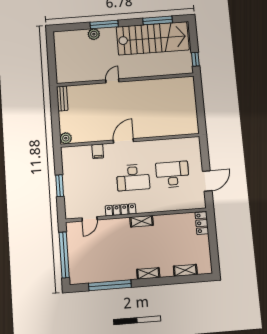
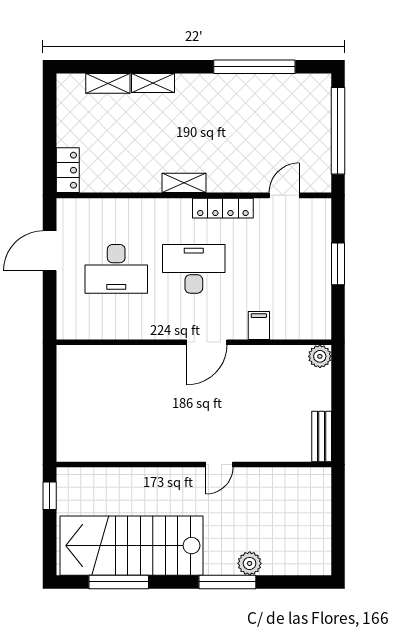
shelving: (148, 273) -> (153, 83), moved

